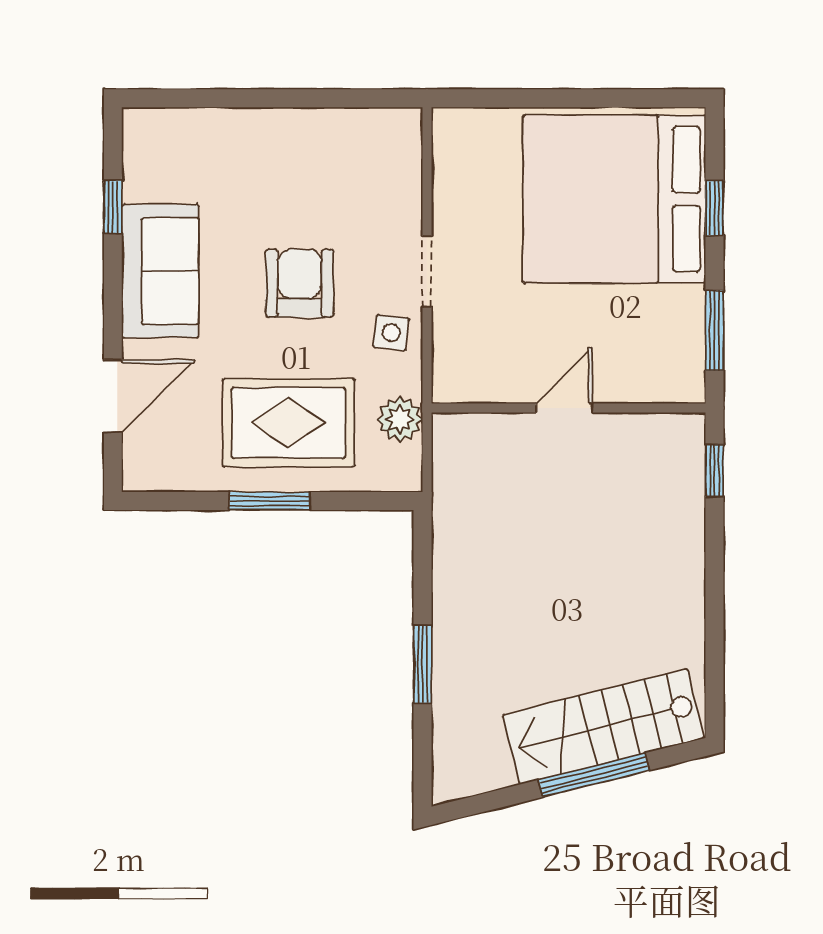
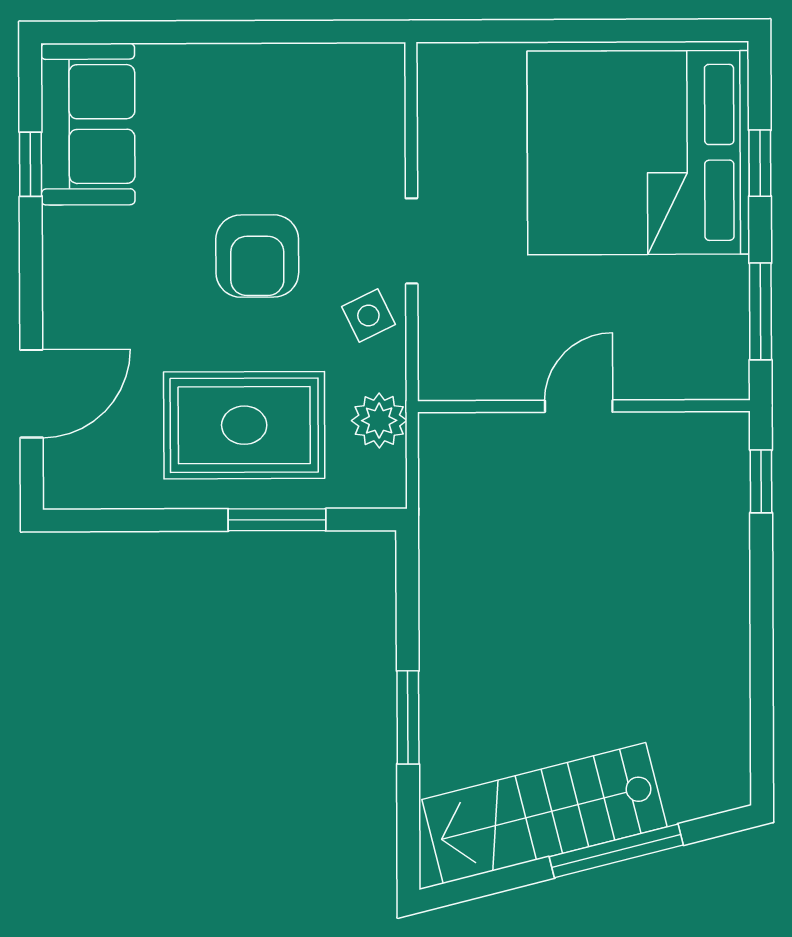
sofa: (160, 271) -> (88, 124), moved
armchair: (300, 283) -> (257, 256), turned 180
side table: (391, 333) -> (368, 316), turned -33
window: (270, 501) -> (277, 520), moved
stairs: (604, 726) -> (545, 813), moved

